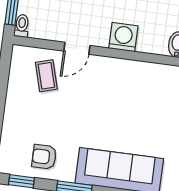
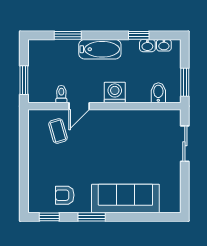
toilet: (22, 26) -> (61, 94), moved

